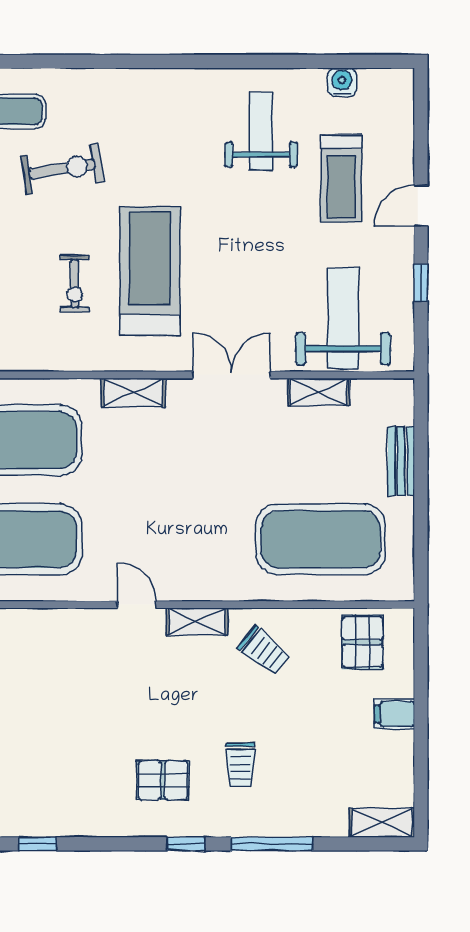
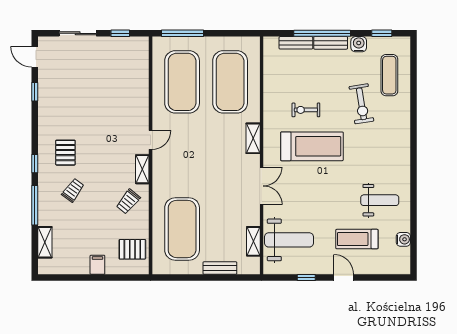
shelving: (319, 392) -> (253, 241), moved
trolley: (241, 765) -> (73, 190), turned 126
shelving: (382, 823) -> (45, 242), moved

